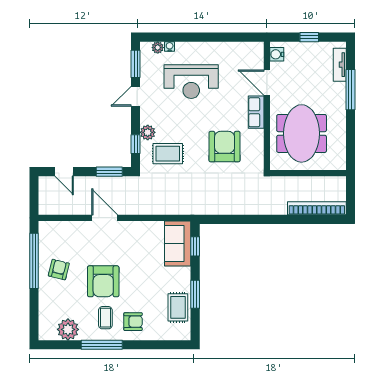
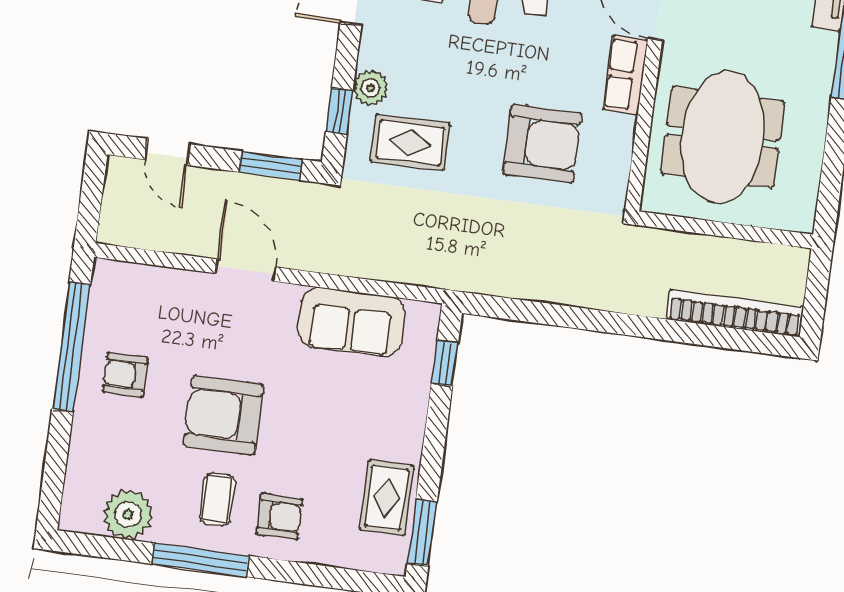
armchair: (225, 147) -> (542, 144), turned 90
sofa: (178, 243) -> (351, 322), moved, turned -90
armchair: (59, 270) -> (125, 375), turned -104
armchair: (103, 281) -> (223, 415), turned 90
window: (195, 294) -> (422, 533), moved

